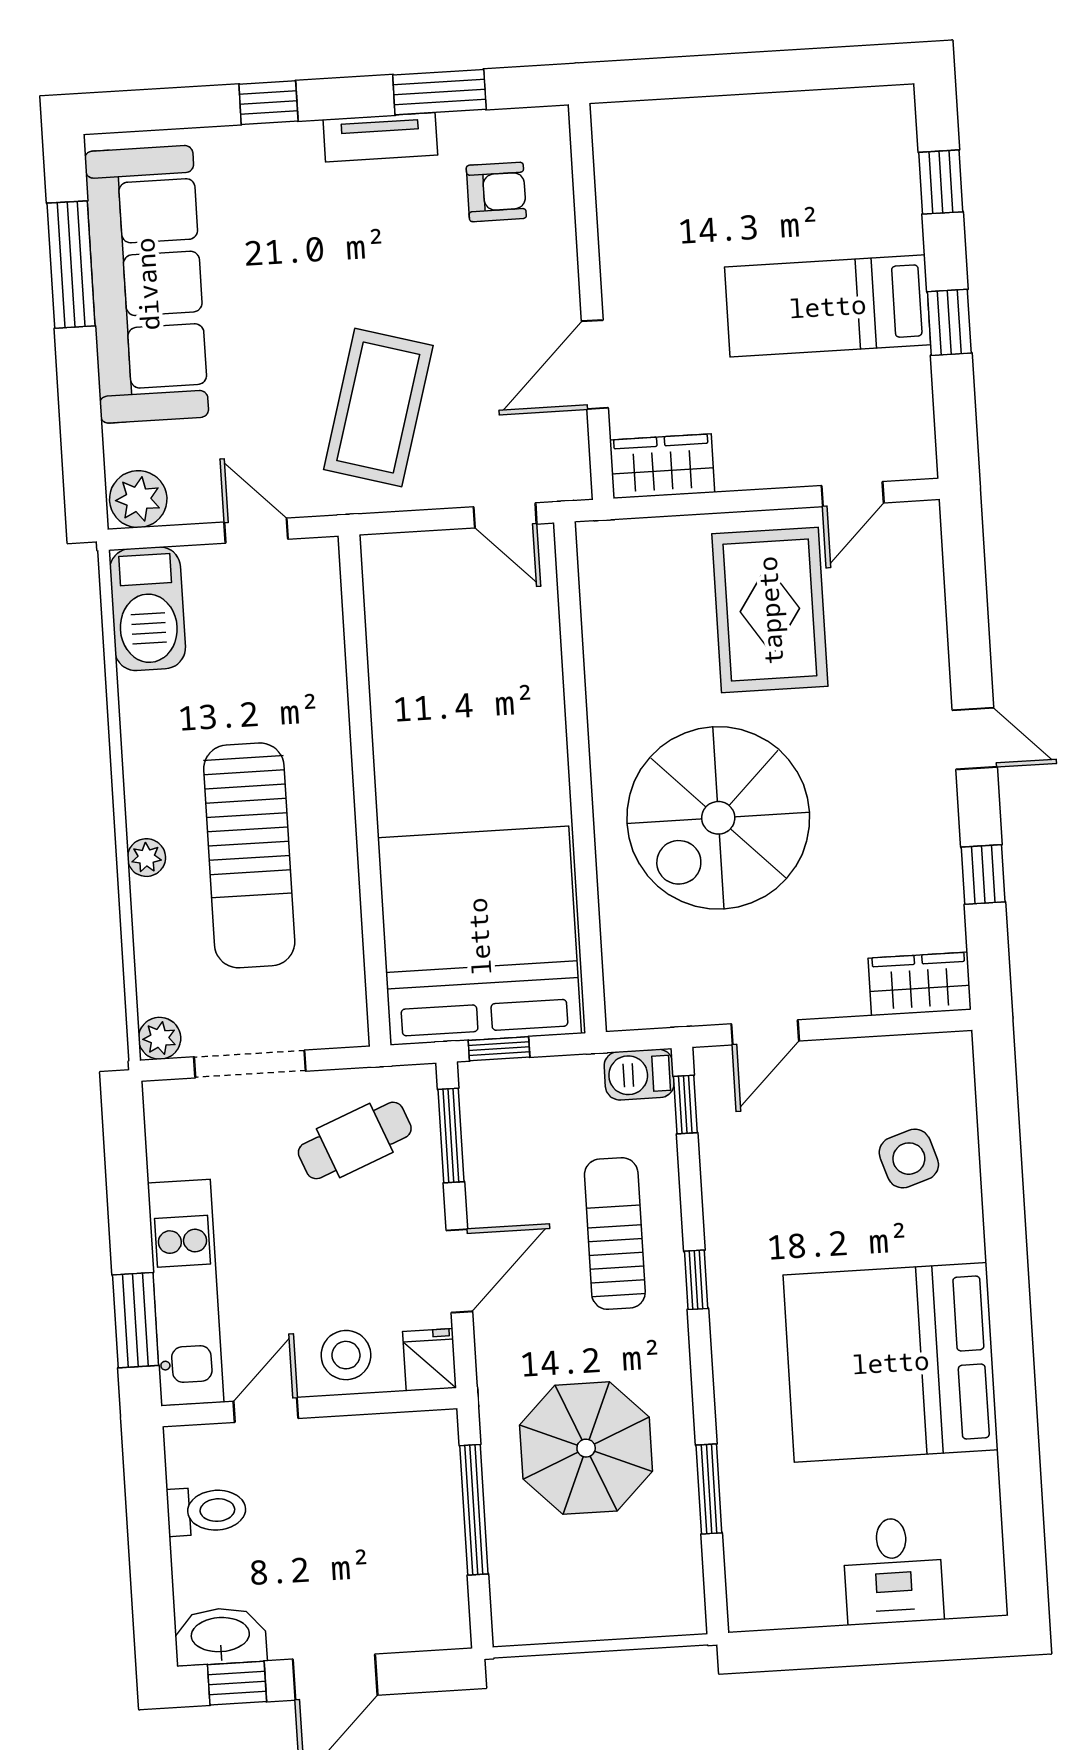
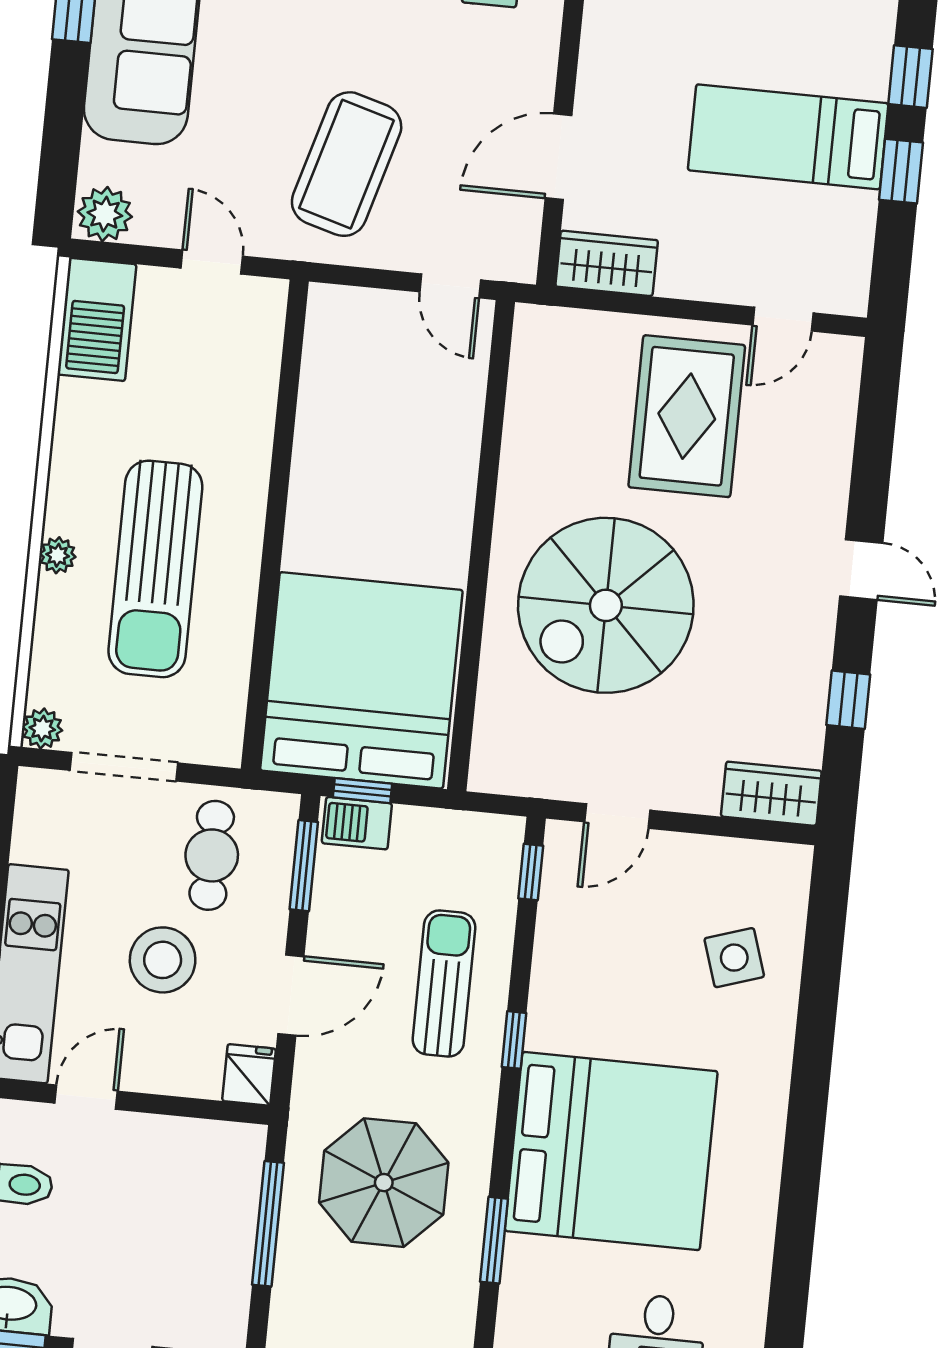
window: (941, 182) -> (910, 77), moved
barbecue: (639, 1075) -> (357, 823), moved
cafe table: (355, 1140) -> (212, 855), turned -68
stool: (346, 1355) -> (163, 960), moved, width x1.38, depth x1.38
bed: (891, 1362) -> (611, 1151), moved, turned 180

